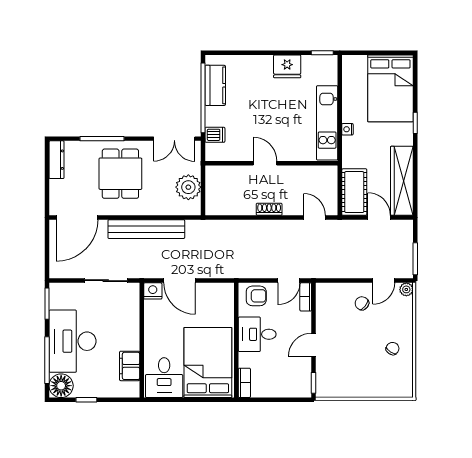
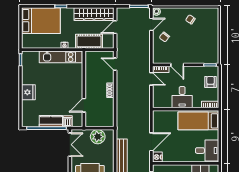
fridge: (287, 66) -> (28, 92), moved
kitchen counter: (215, 85) -> (51, 121), moved
door: (265, 163) -> (84, 105), moved
cot: (354, 192) -> (89, 41), moved
door: (315, 217) -> (115, 64), hinge flipped
door: (384, 281) -> (151, 24), hinge flipped
armchair: (256, 296) -> (210, 82), moved
door: (313, 345) -> (177, 65), moved
bed: (208, 362) -> (198, 121), width x0.67

